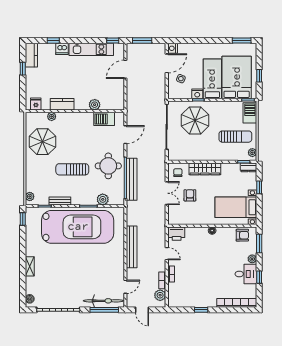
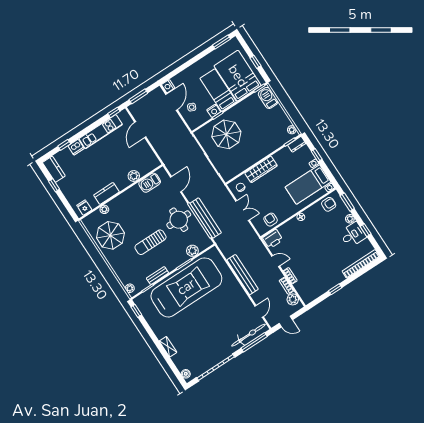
sun lounger: (235, 137) -> (269, 126), removed
armchair: (190, 195) -> (271, 220), moved

